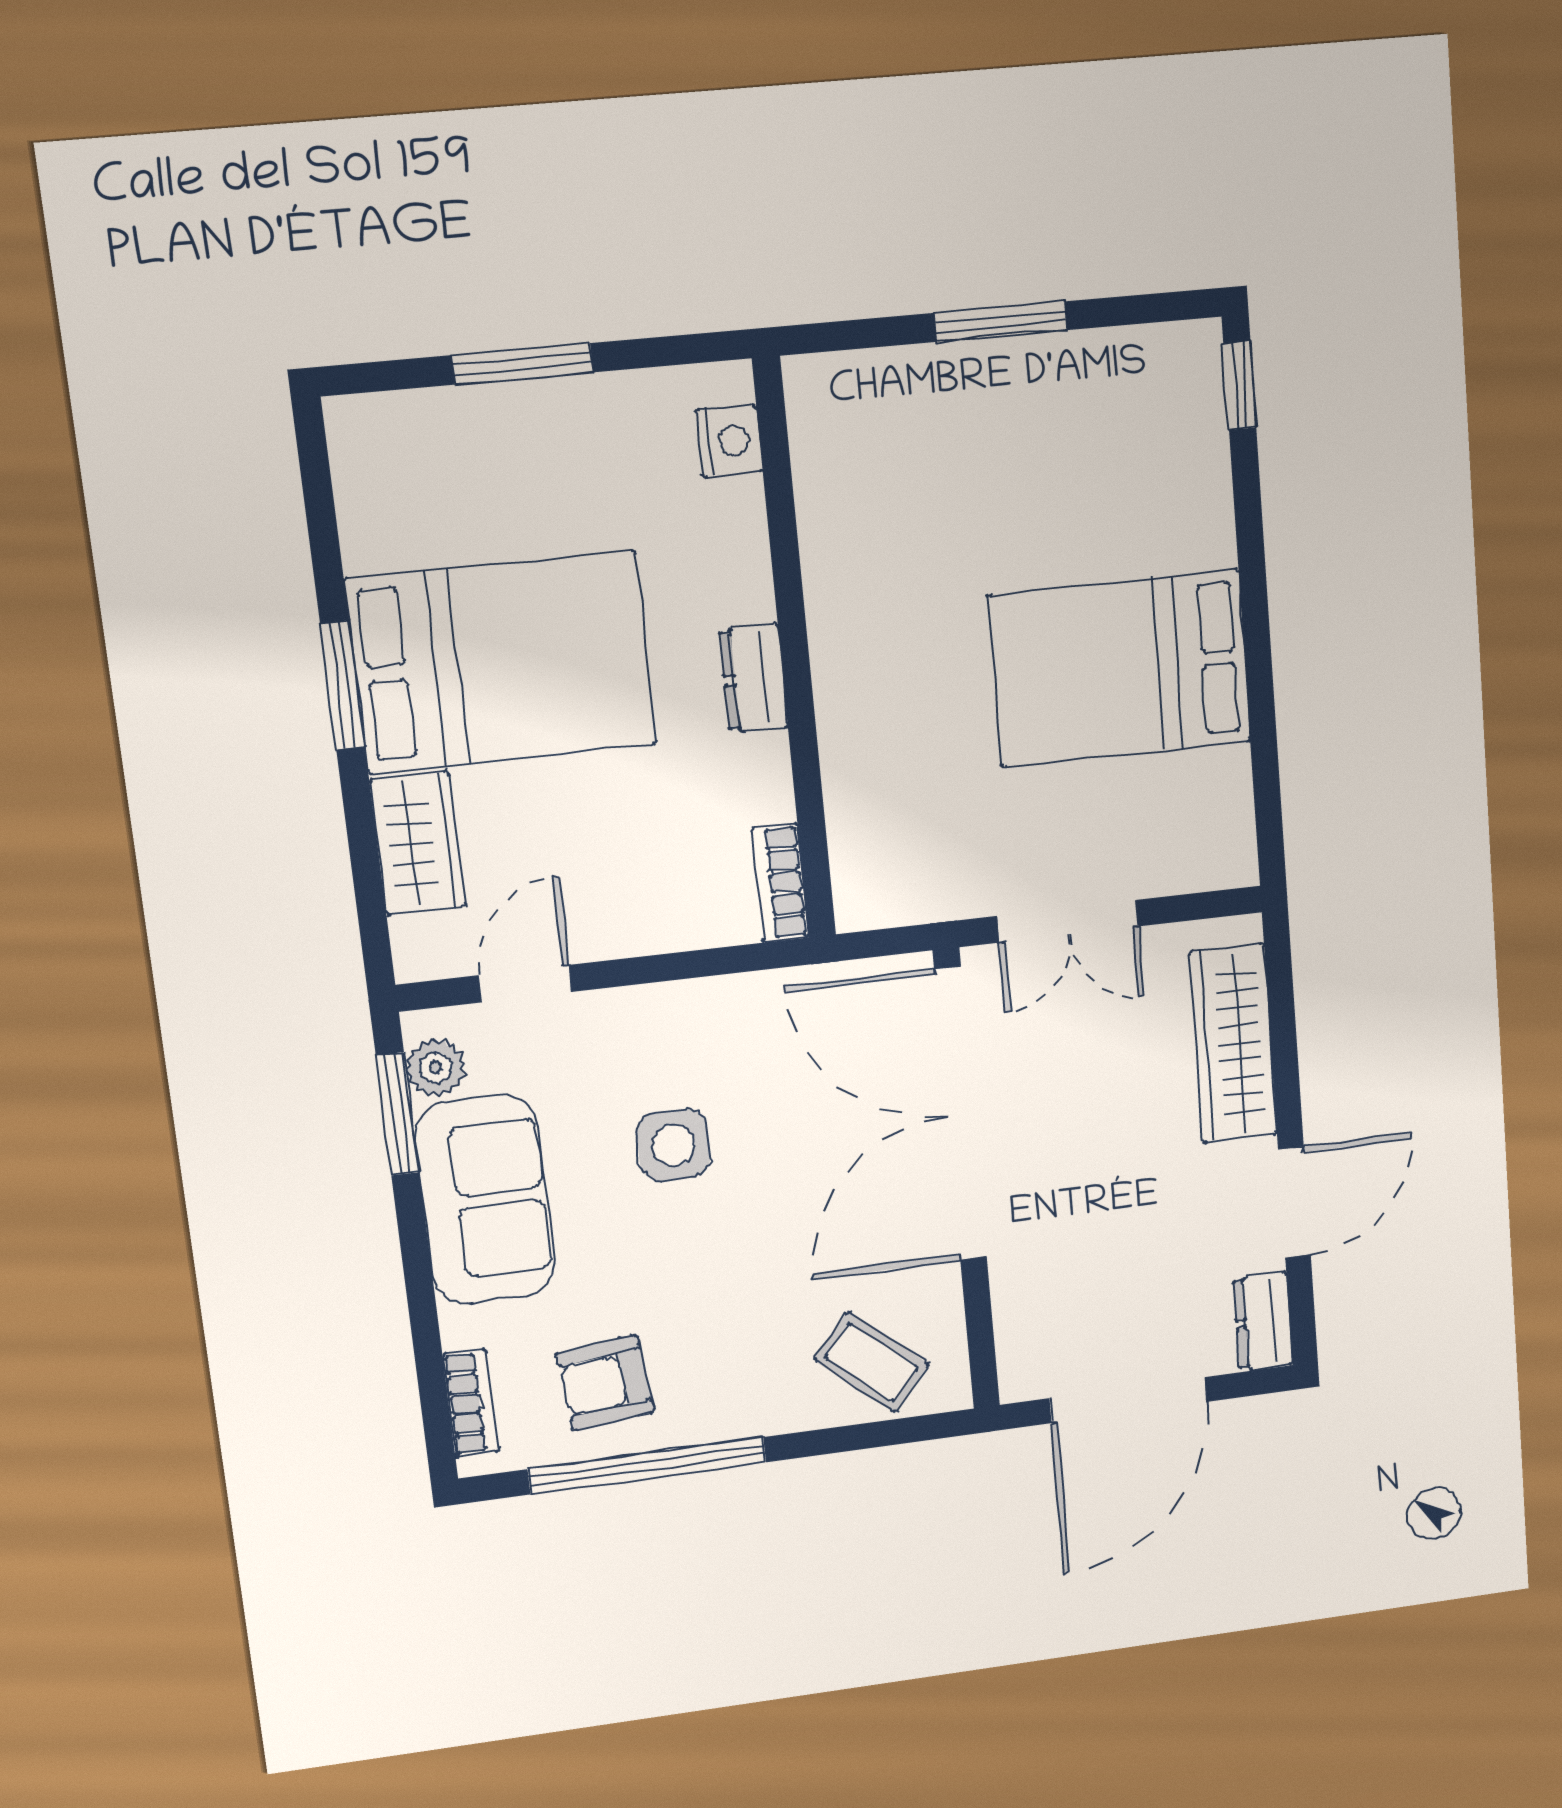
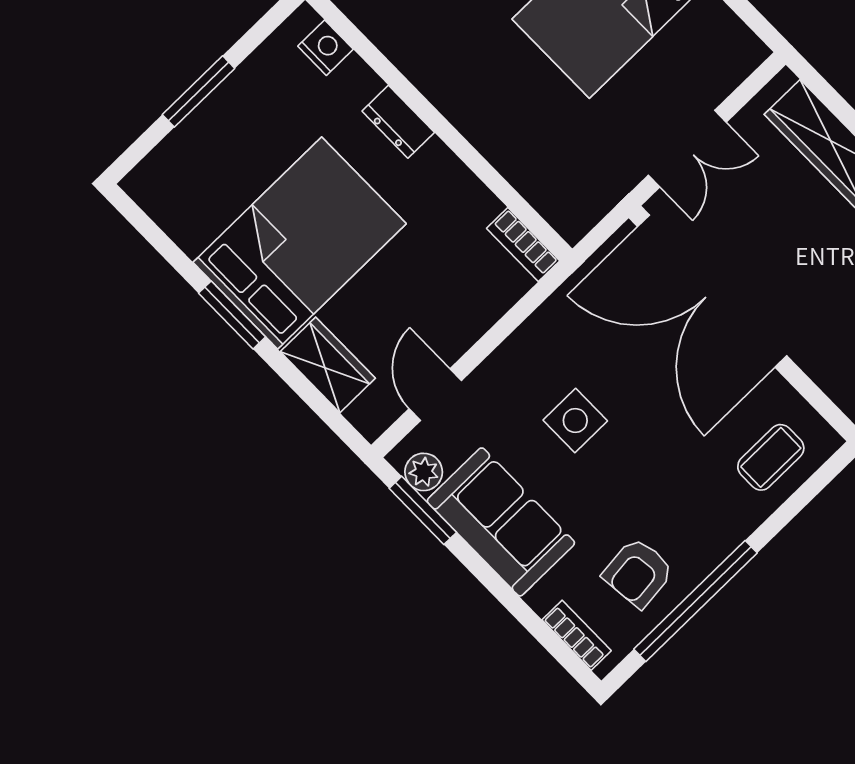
dresser: (754, 678) -> (398, 122), moved
coffee table: (871, 1362) -> (771, 457), turned -41

